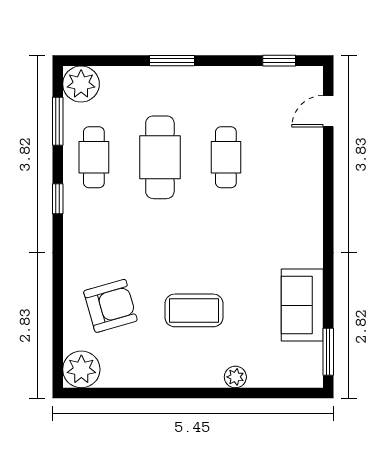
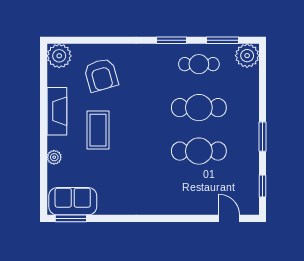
window: (172, 61) -> (263, 137), moved
cafe table: (226, 157) -> (199, 151), width x1.37, depth x1.35
window: (58, 199) -> (172, 40), width x1.50
sofa: (302, 305) -> (73, 201), moved
fireplace: (165, 373) -> (57, 111), added

